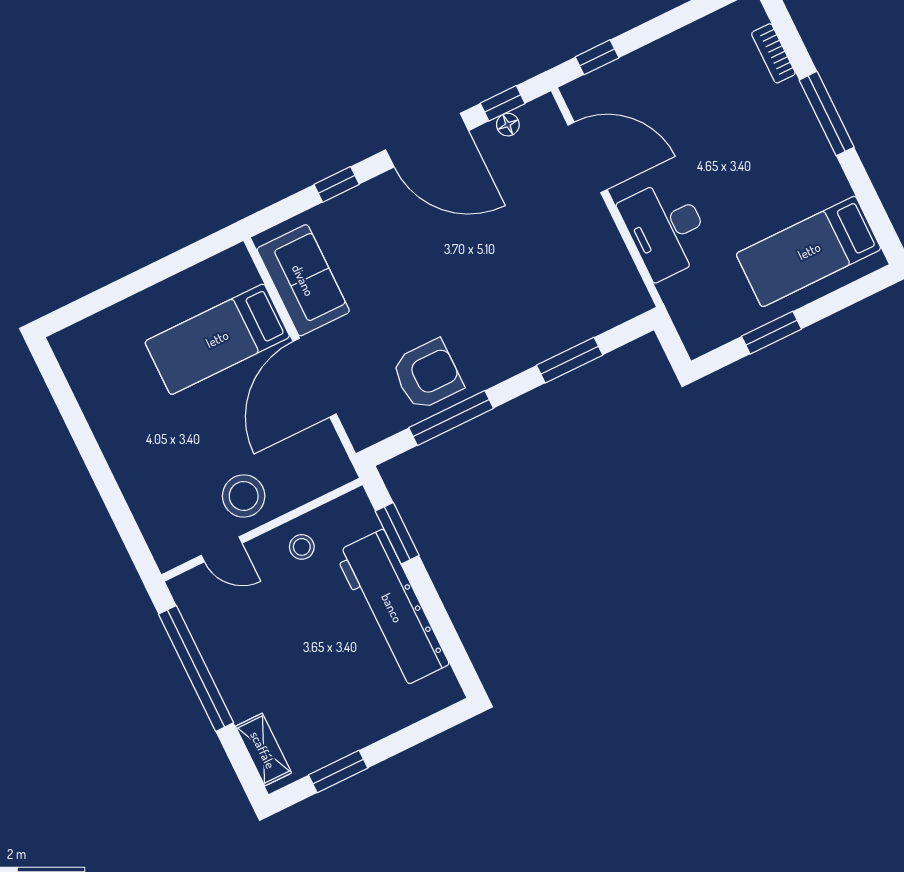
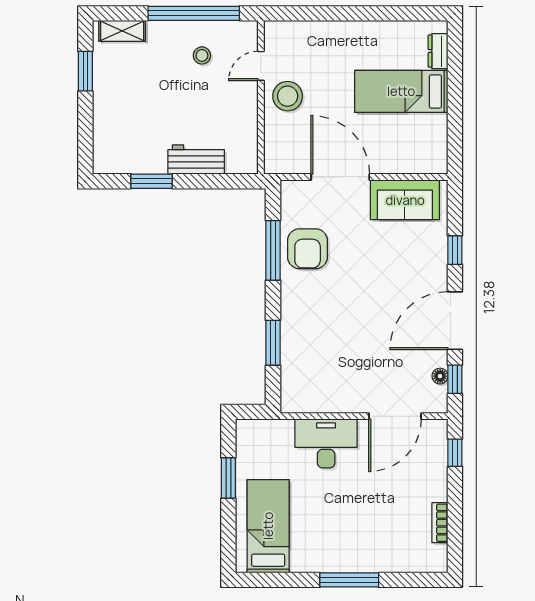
bookcase: (773, 53) -> (440, 523), moved, turned -90
dresser: (91, 331) -> (438, 51), added
bed: (217, 339) -> (401, 91), moved, turned -90
window: (397, 533) -> (152, 181), moved
stool: (302, 547) -> (202, 55), moved
workbench: (392, 608) -> (196, 160), width x0.53, depth x0.76

